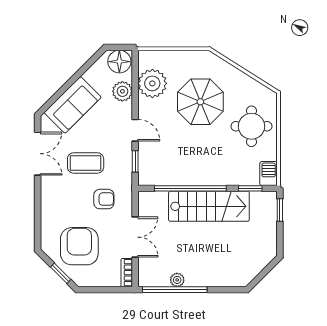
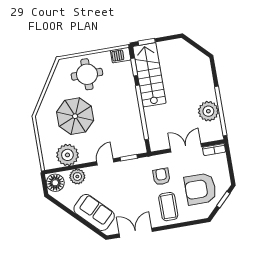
coffee table: (86, 163) -> (168, 207), moved
stairs: (209, 206) -> (149, 75), moved
plant: (177, 280) -> (208, 111), width x1.88, depth x1.88

